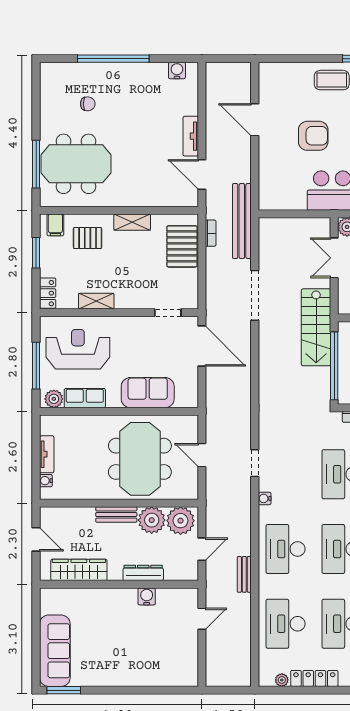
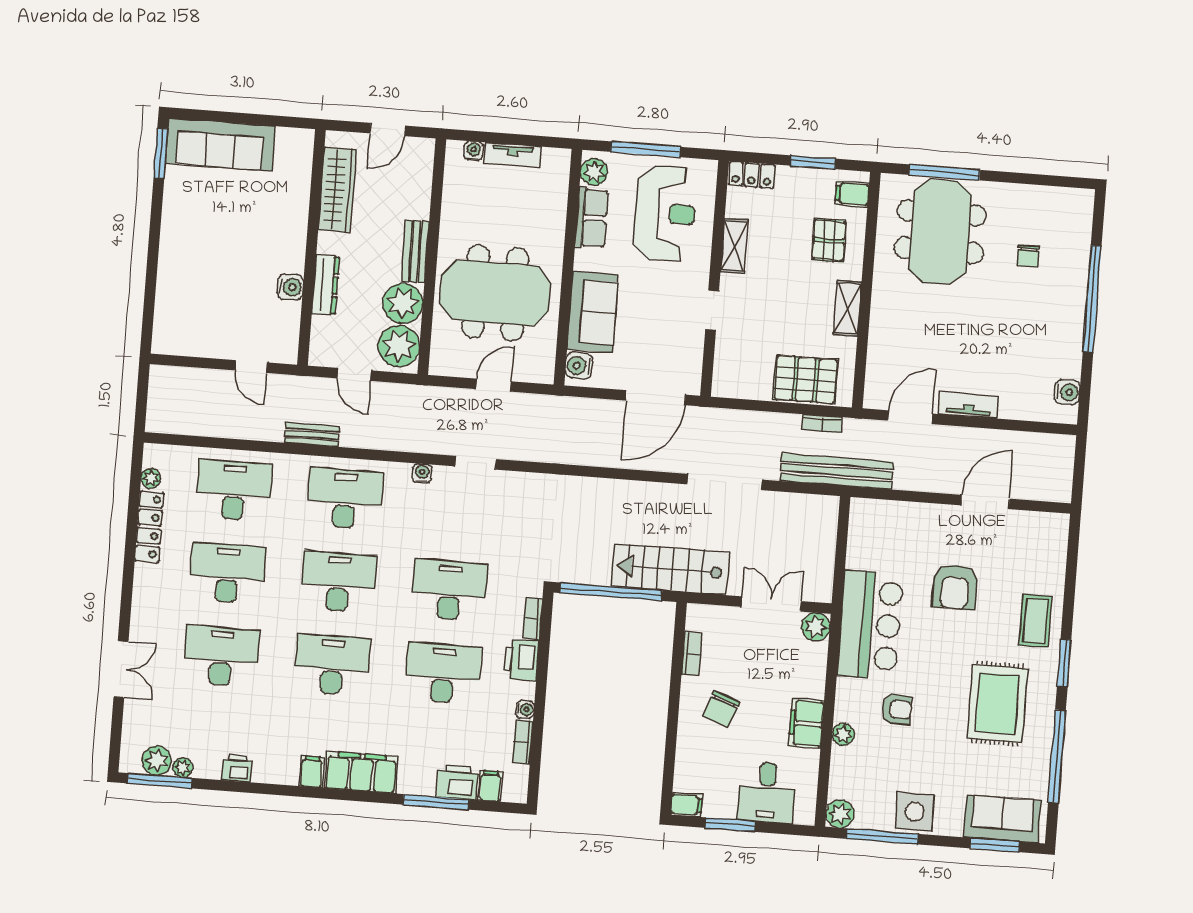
doorway: (168, 313) -> (712, 310), moved
water cooler: (184, 399) -> (579, 366), added

